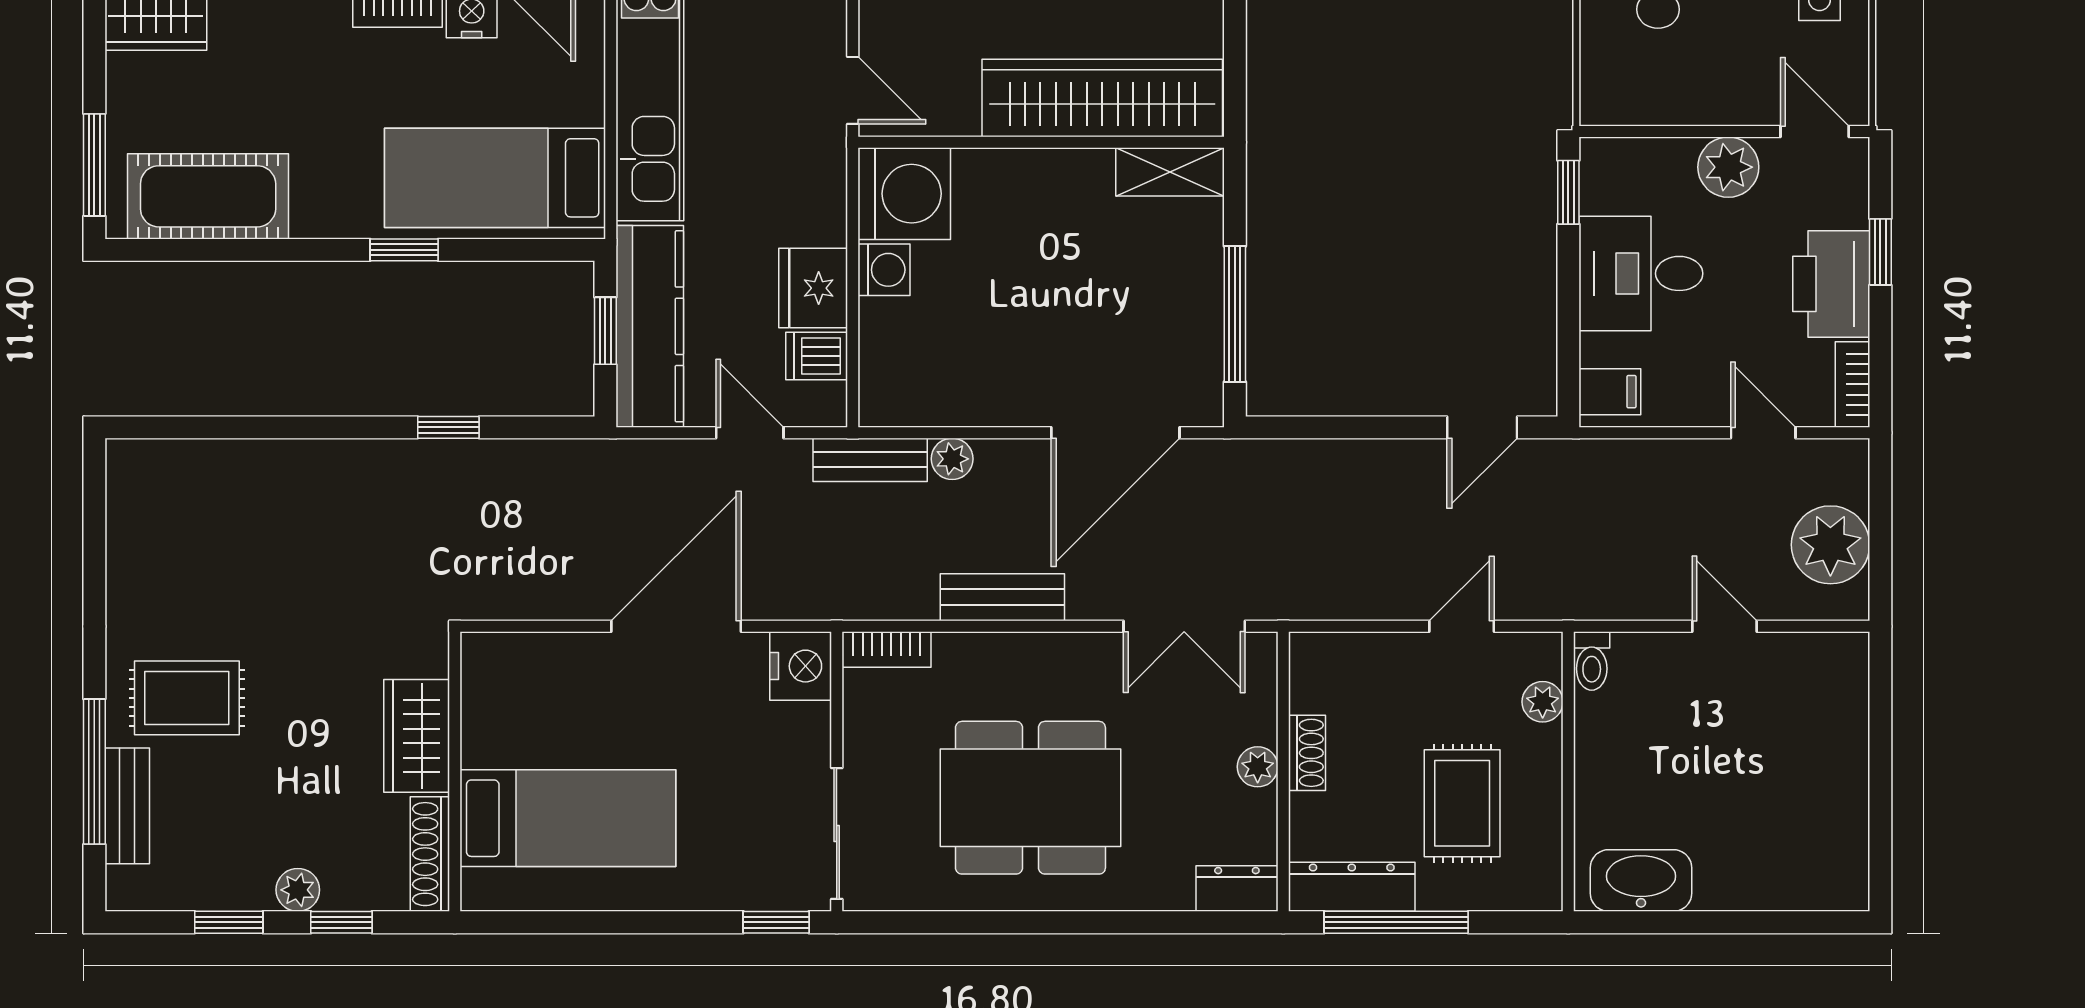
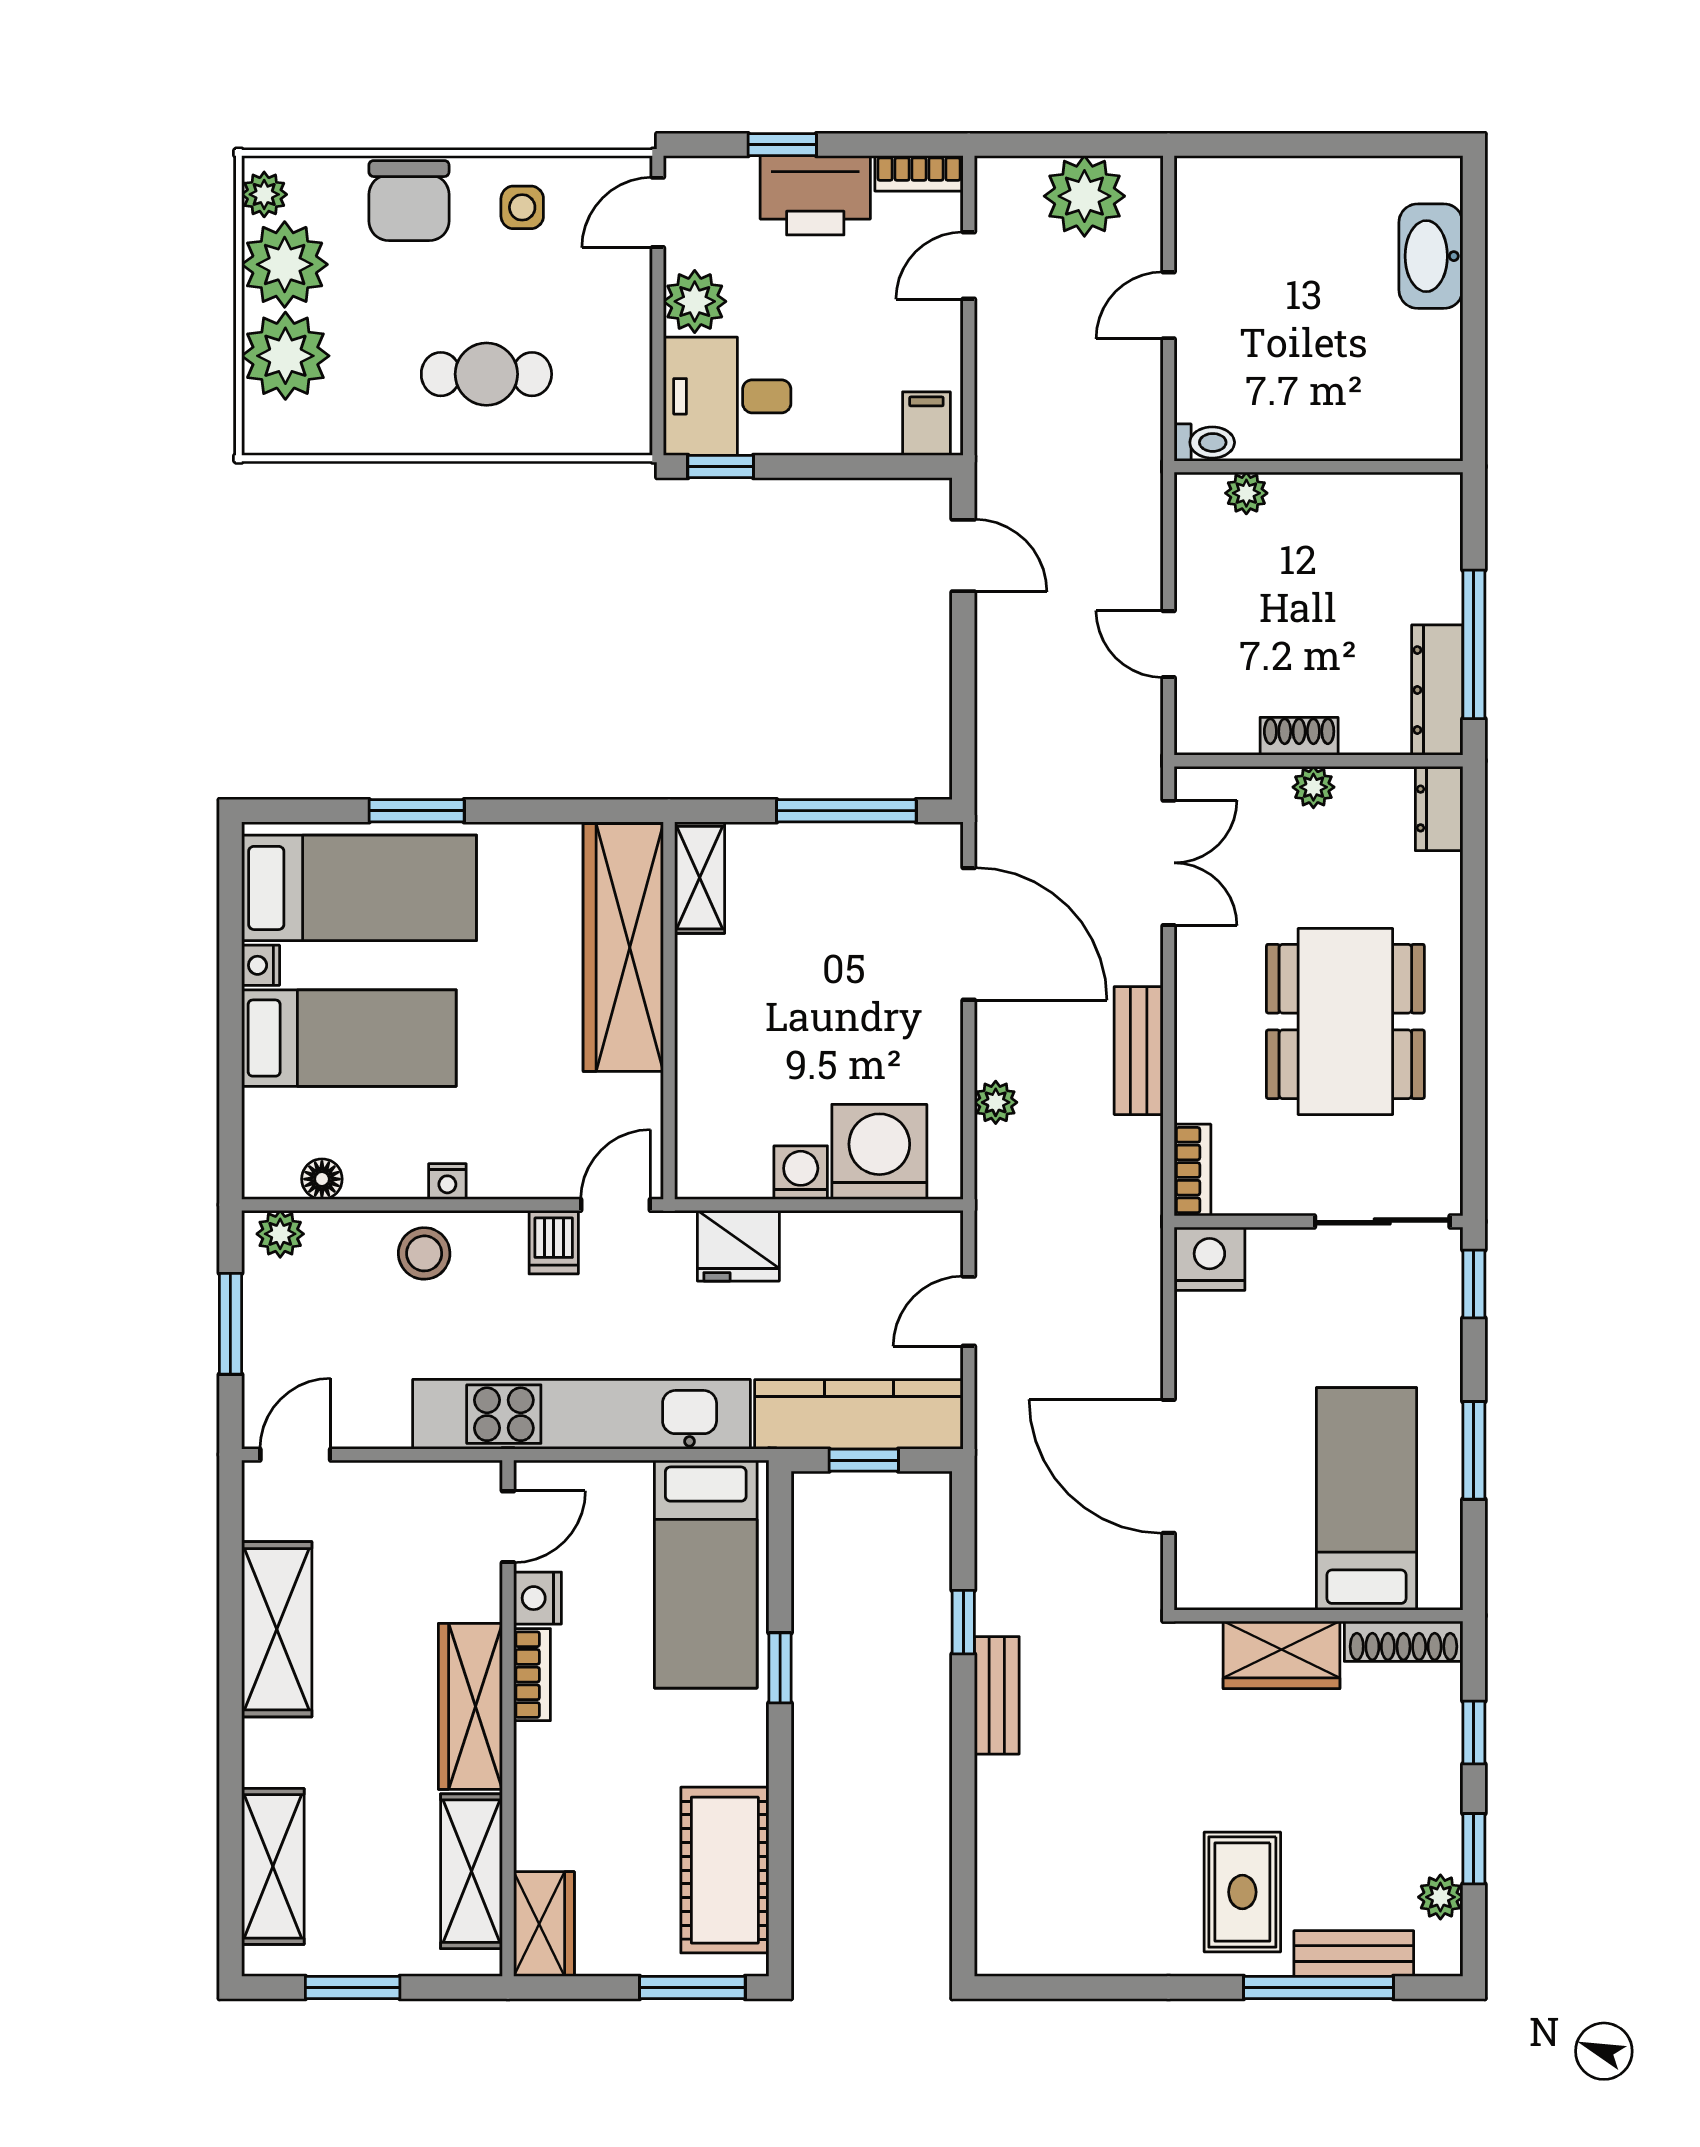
washing machine: (904, 194) -> (879, 1152), moved
desk: (1641, 273) -> (727, 396), moved, turned 90
fridge: (813, 288) -> (738, 1246), moved
dishwasher: (817, 356) -> (554, 1242), moved
bench: (870, 460) -> (997, 1695), moved
door: (676, 626) -> (1169, 1466), moved
door: (1462, 626) -> (1169, 644), moved
rug: (1462, 803) -> (1351, 576), removed
washbasin: (1641, 880) -> (1431, 256), moved
plant: (298, 890) -> (1440, 1897), moved
window: (615, 922) -> (1474, 1450), added

